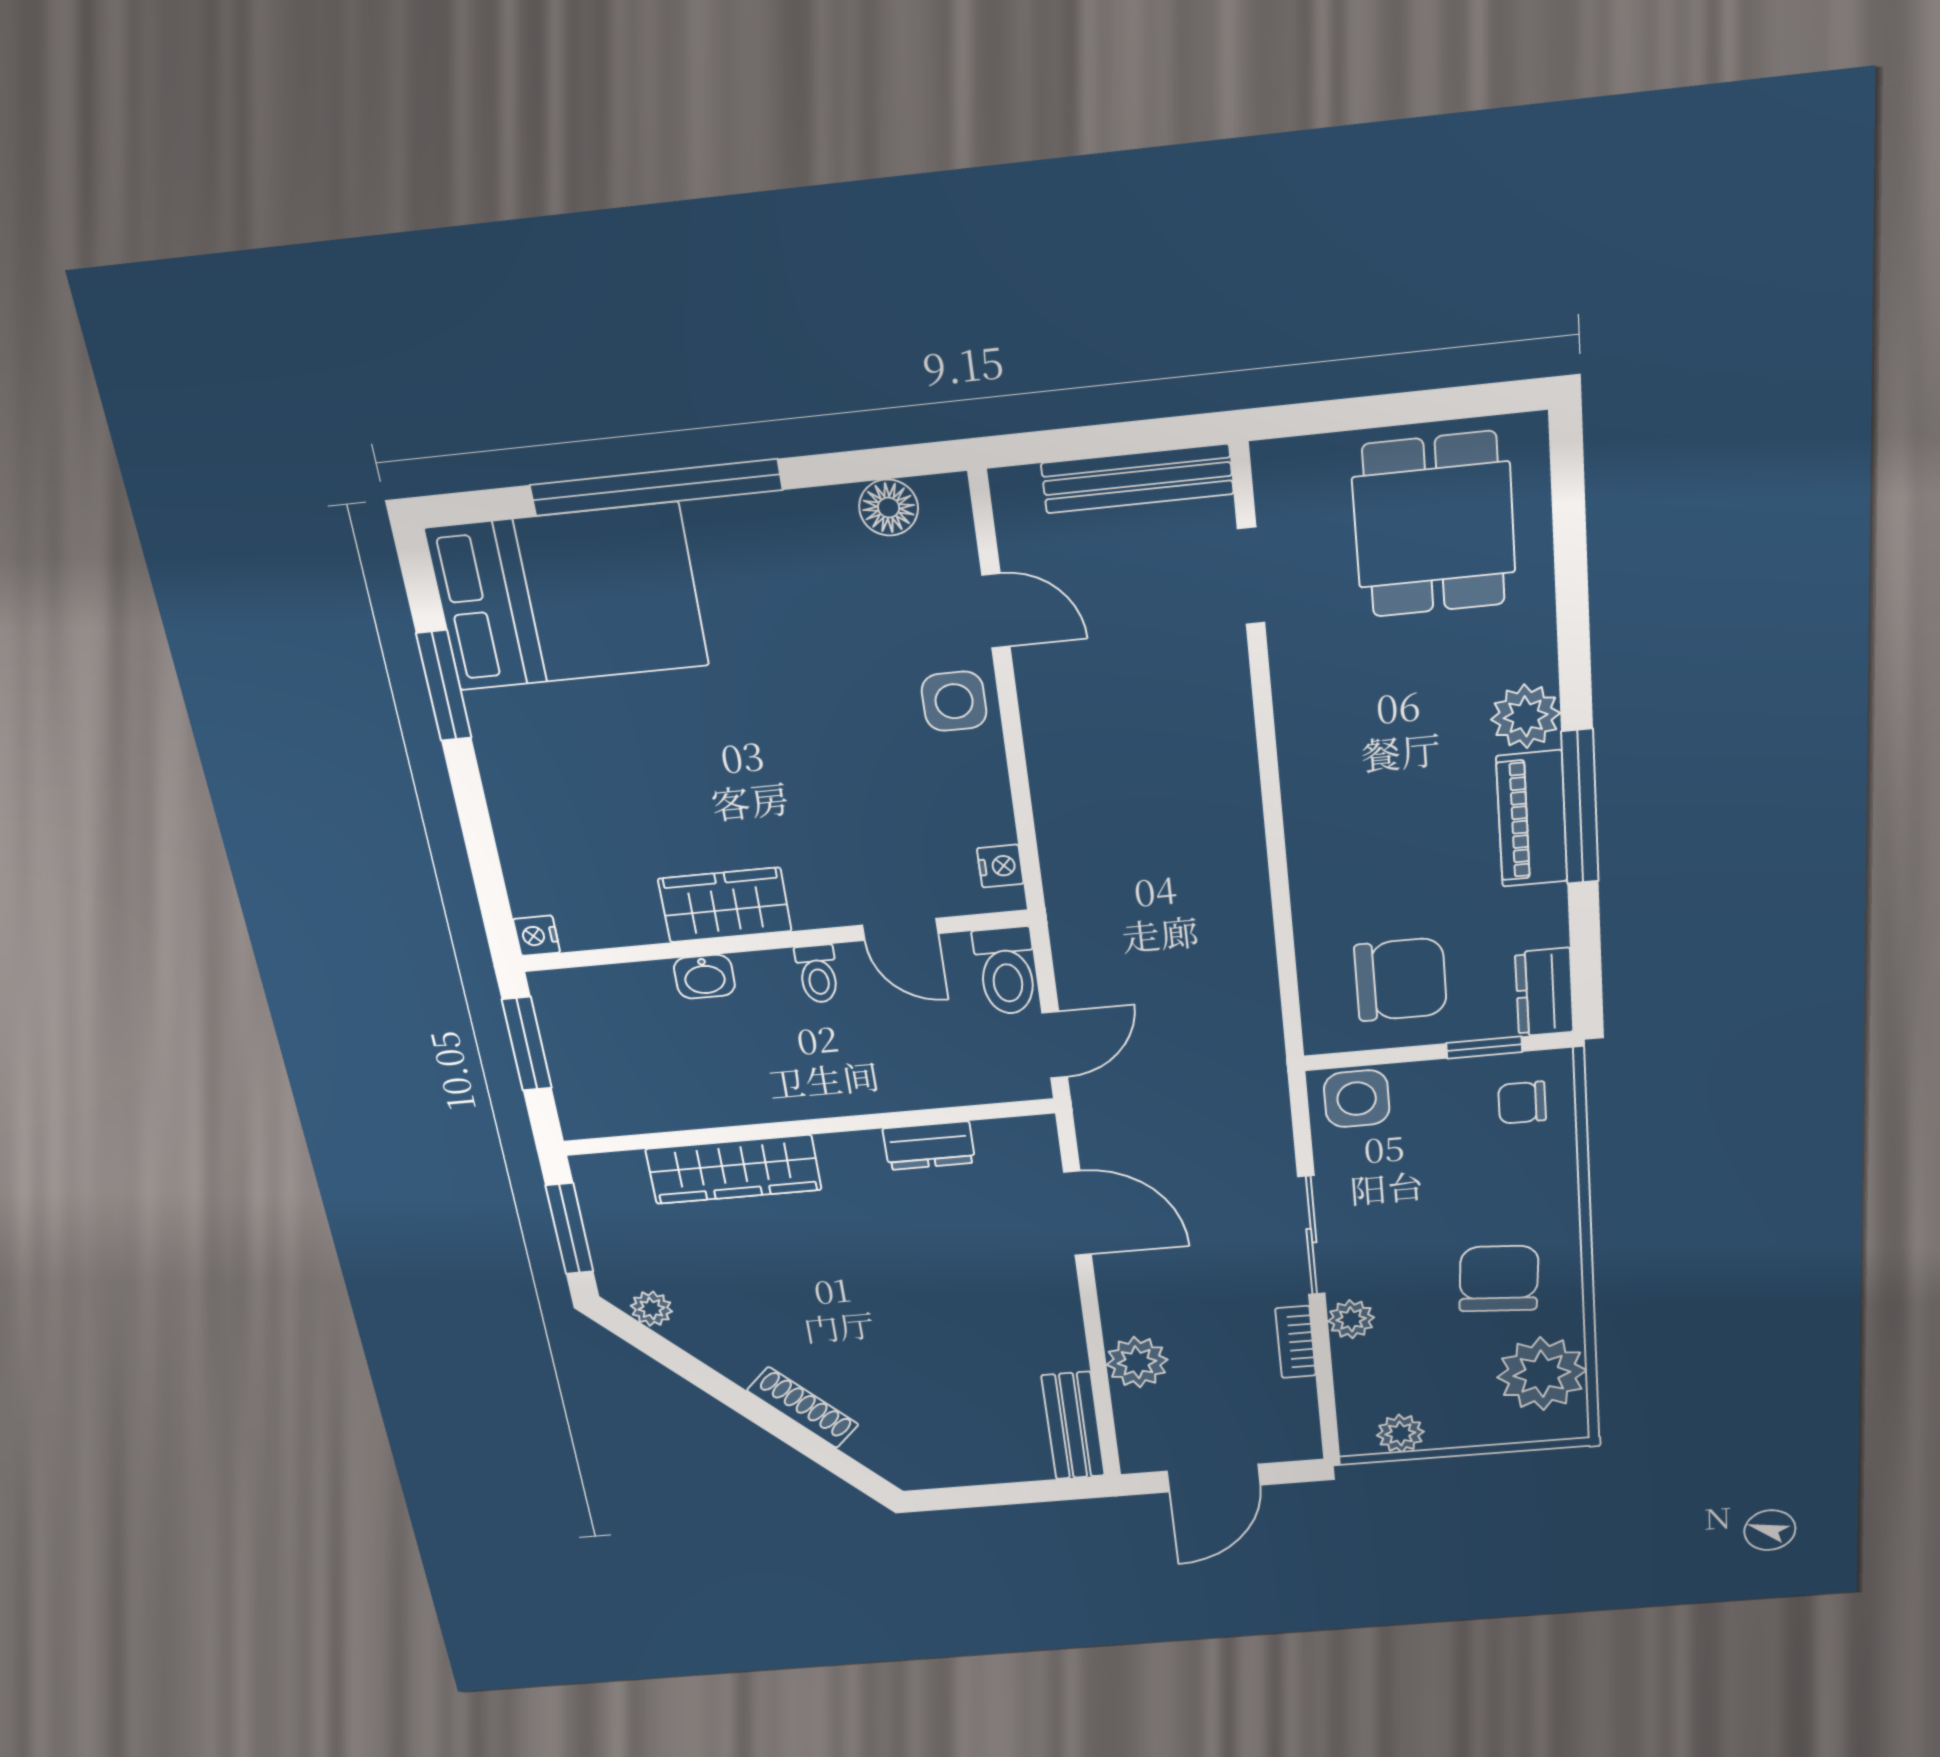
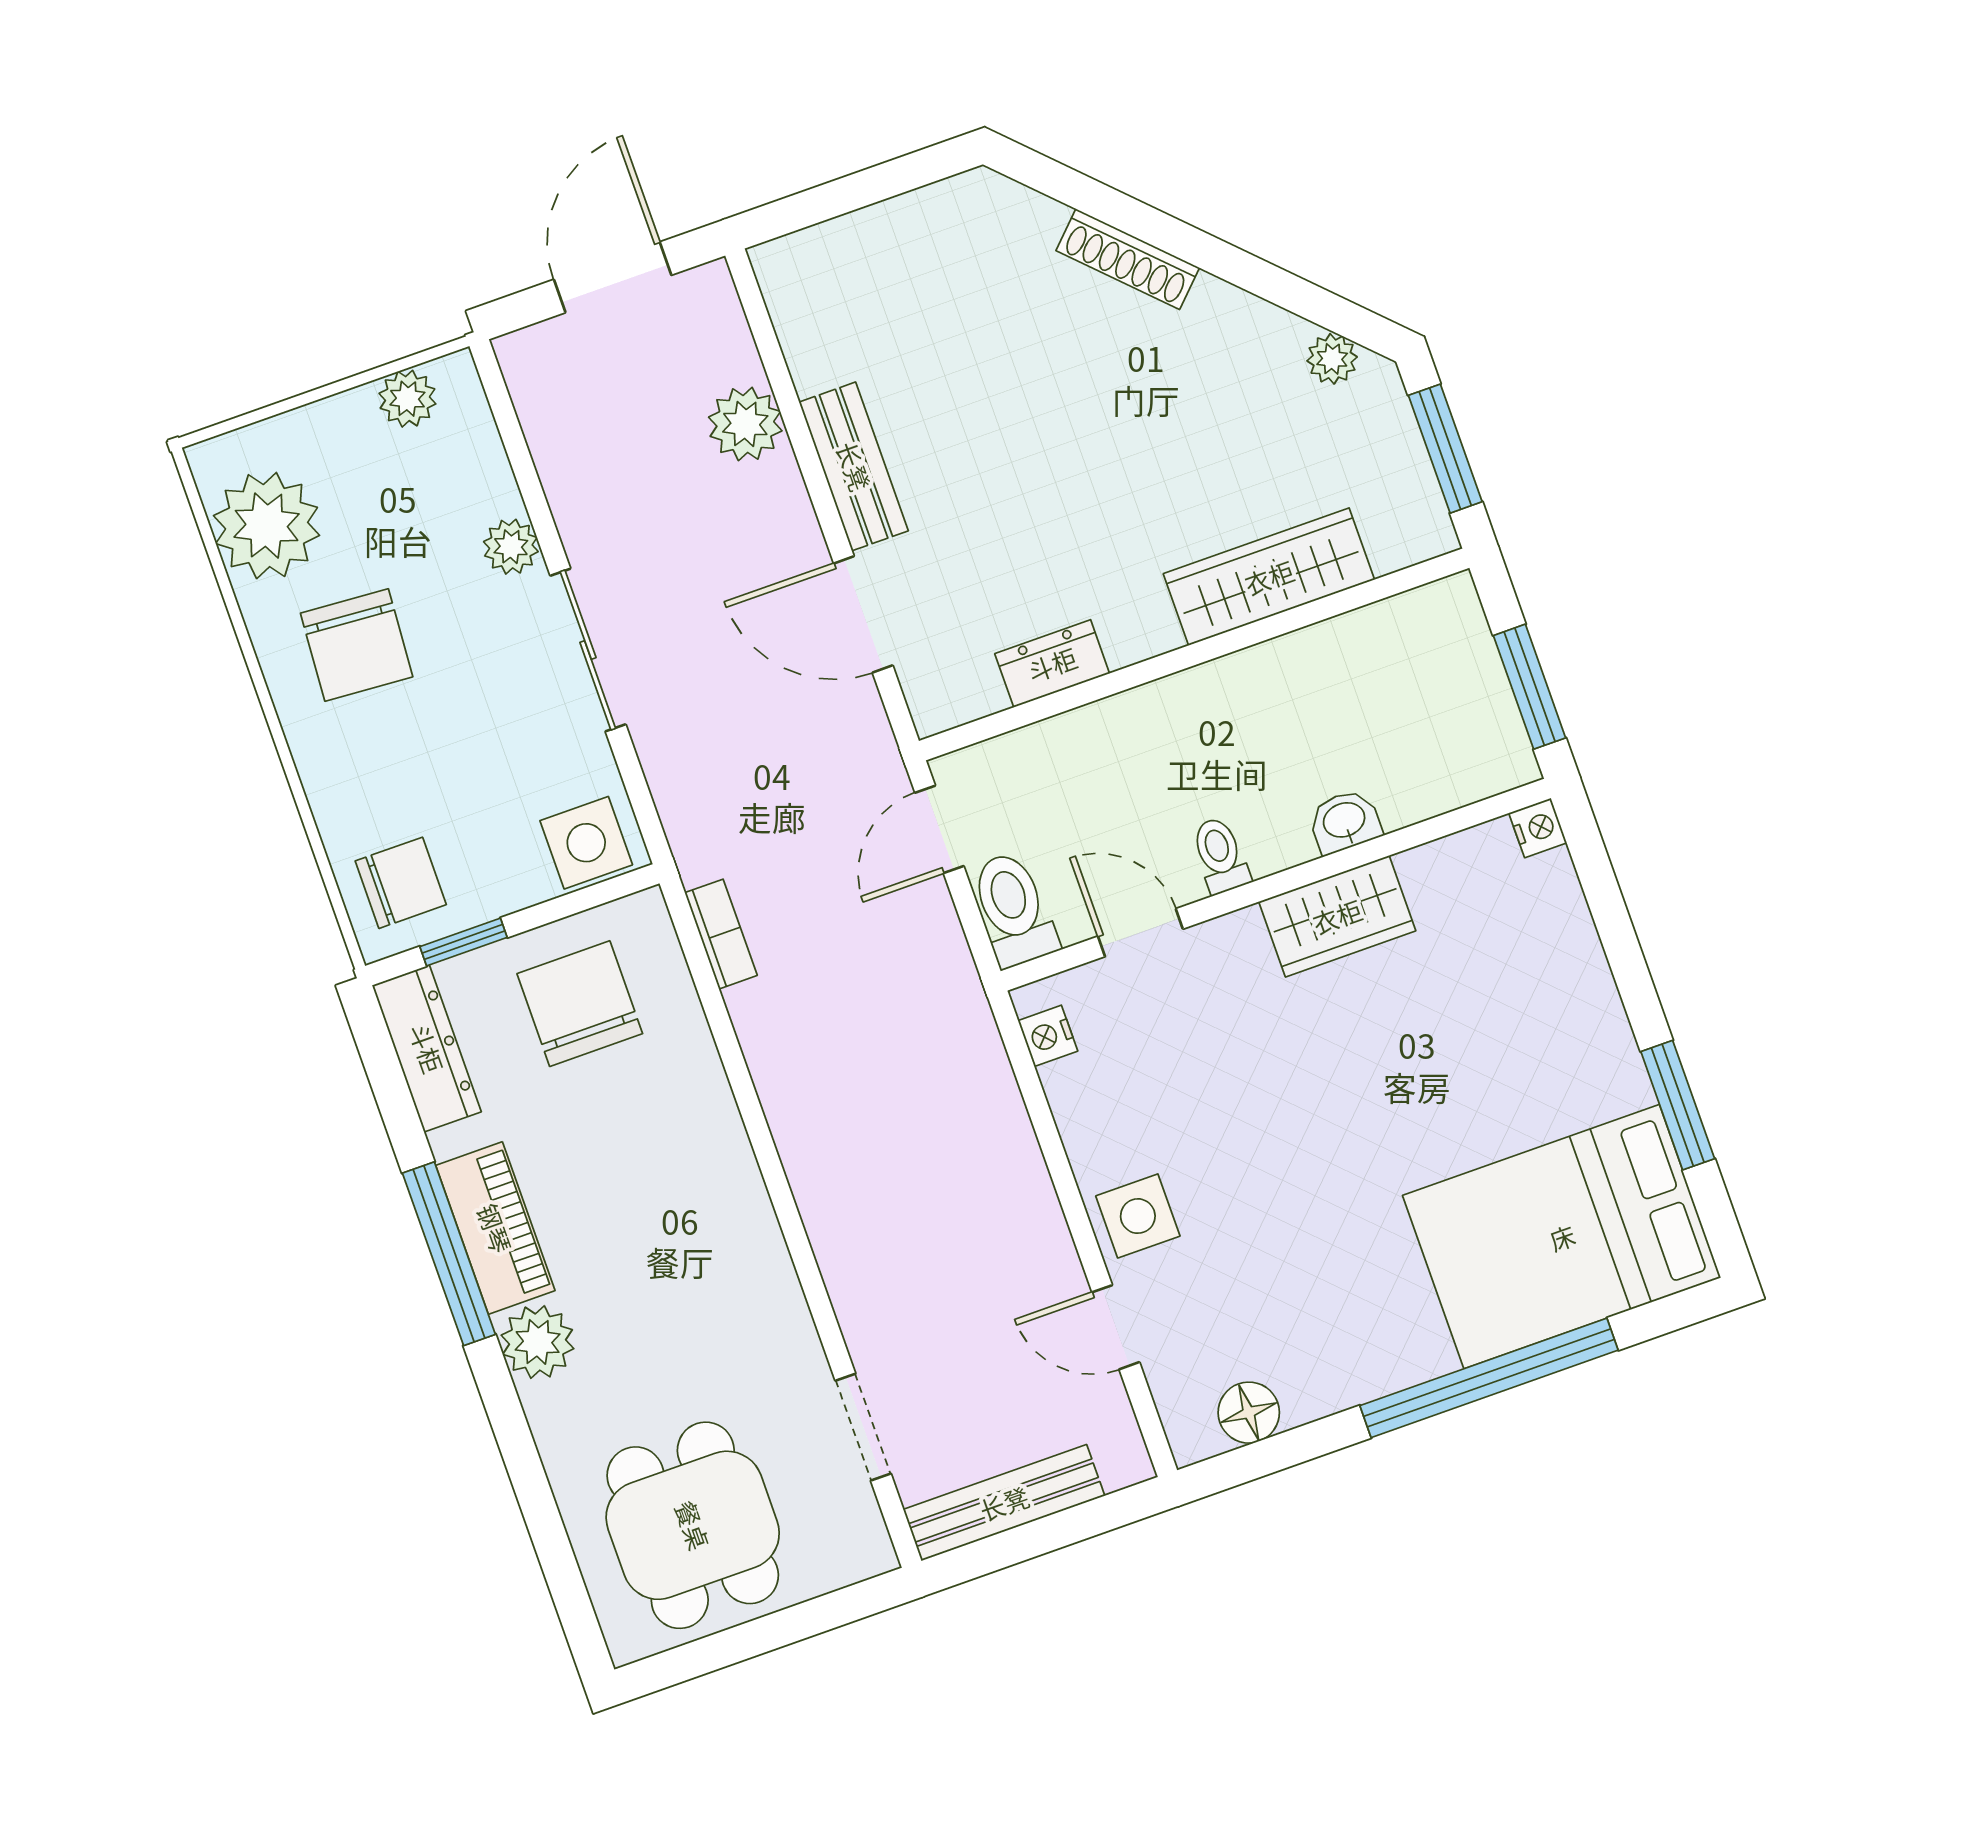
chair: (1401, 979) -> (580, 1004), turned 90
dresser: (1544, 992) -> (427, 1048), width x1.44
chair: (1522, 1103) -> (401, 883), width x1.37, depth x1.37
bookcase: (1296, 1342) -> (721, 934), moved
bench: (1073, 1426) -> (854, 466), moved

